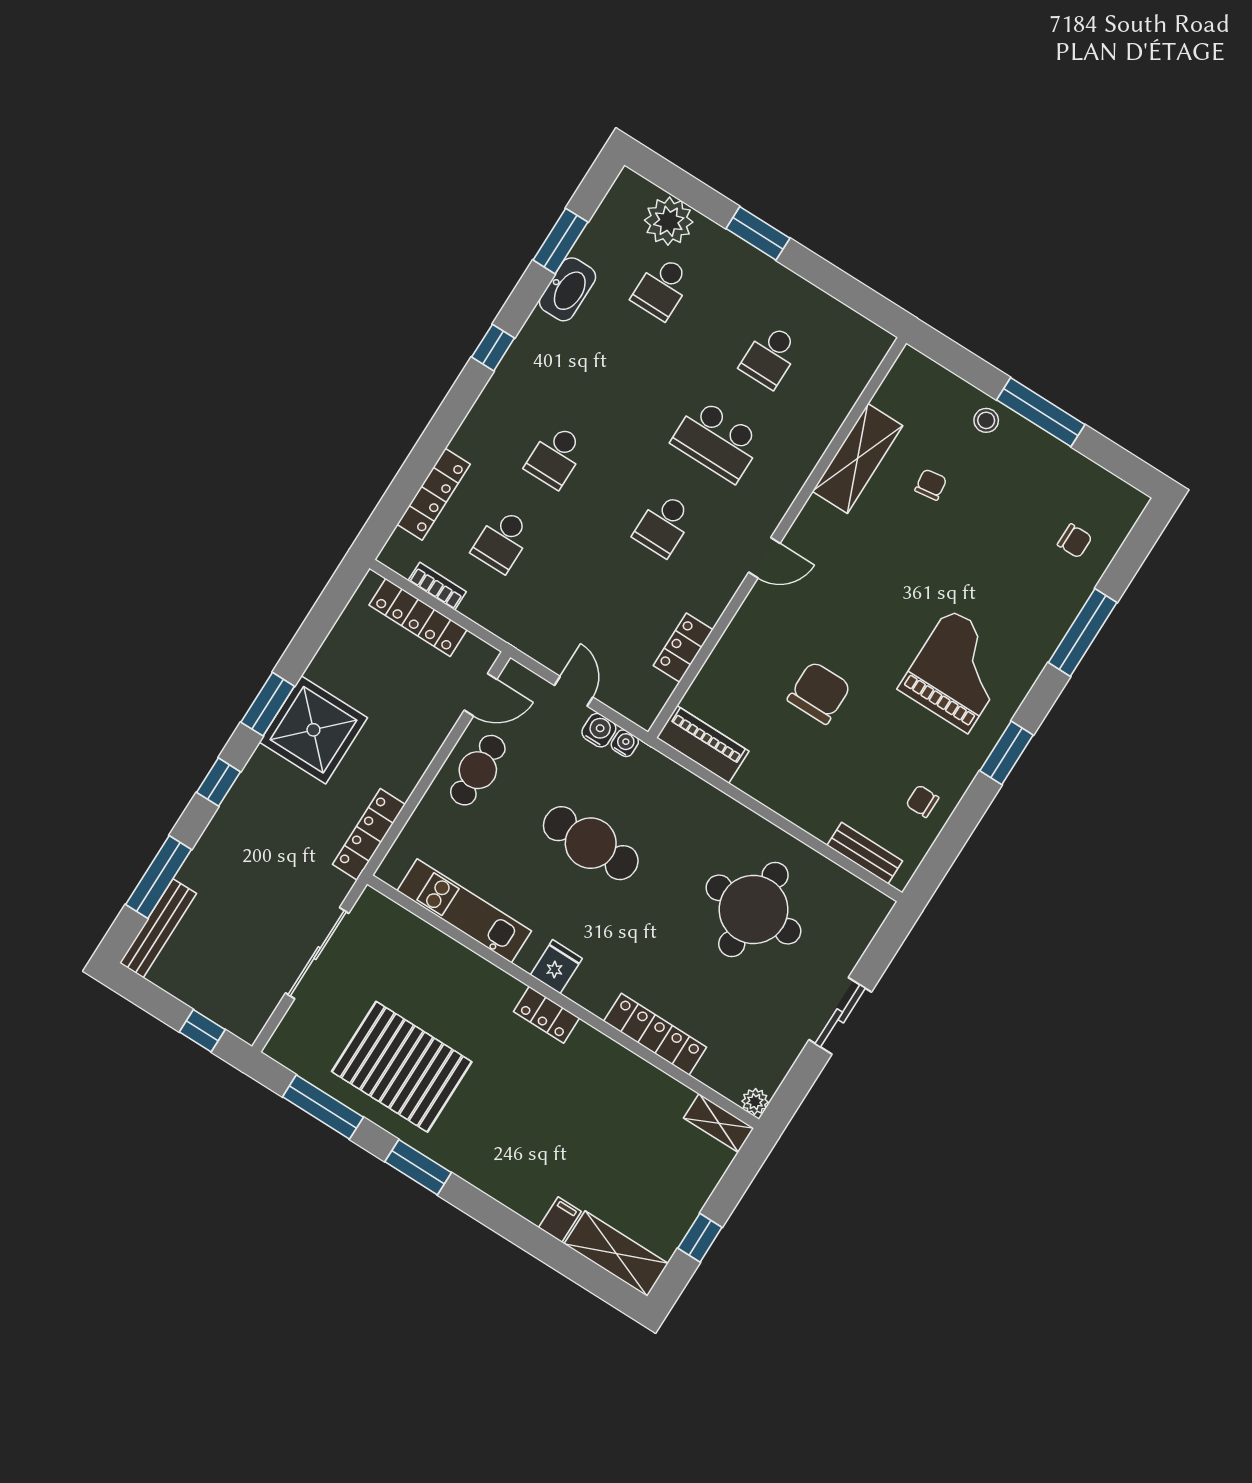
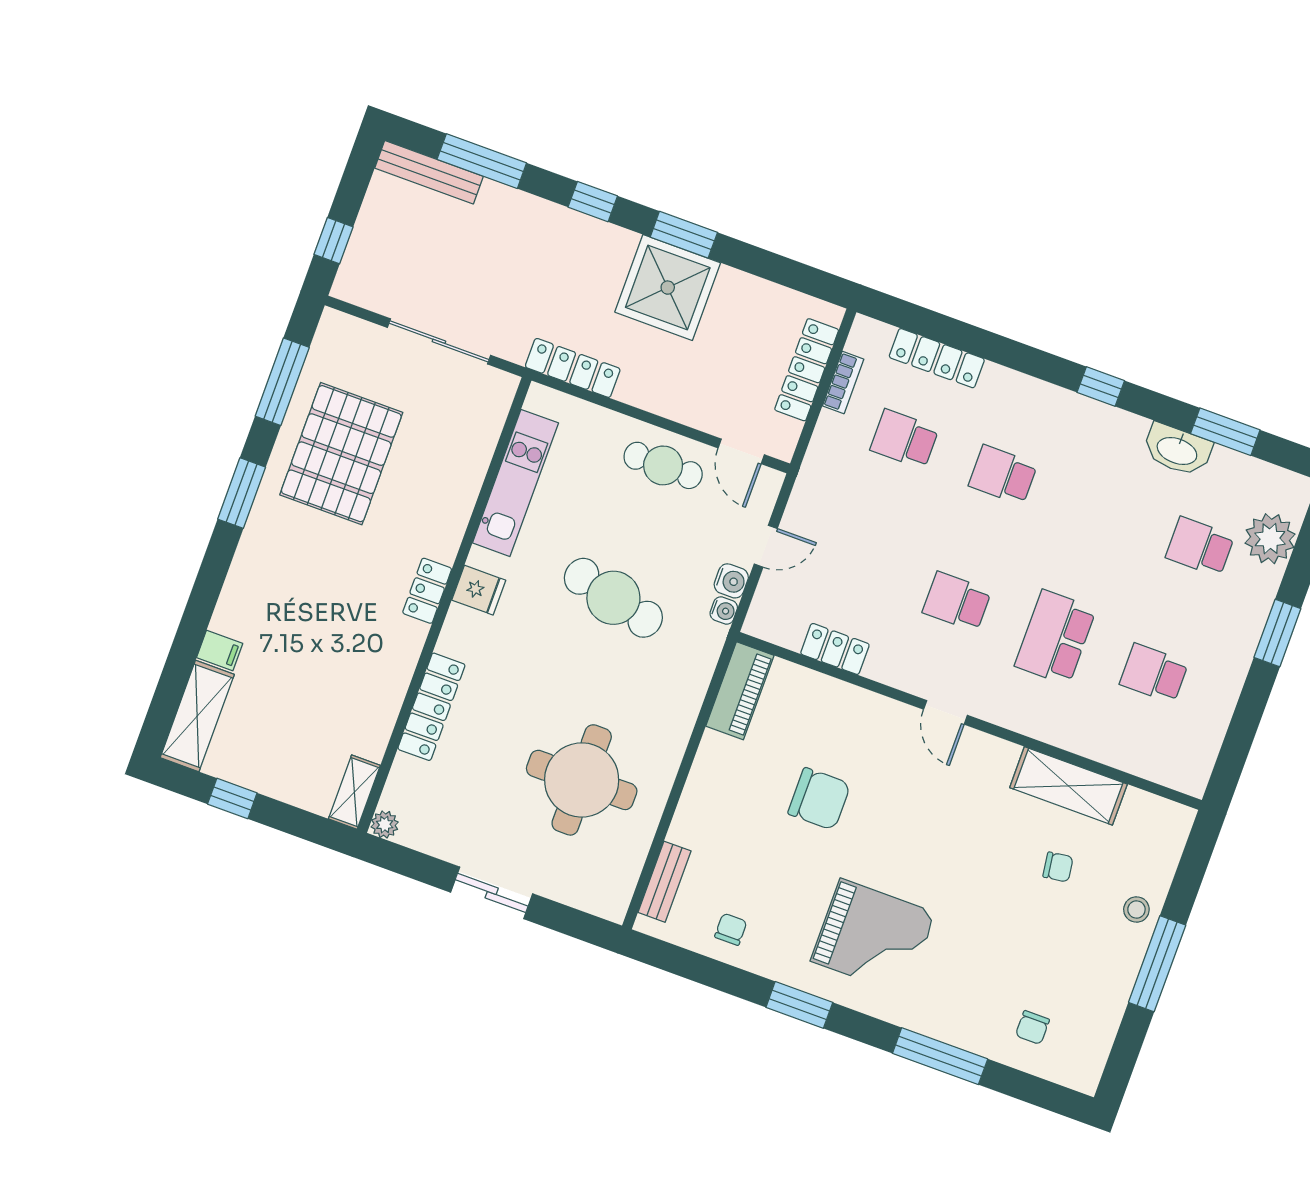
cafe table: (591, 843) -> (613, 598), turned -76

